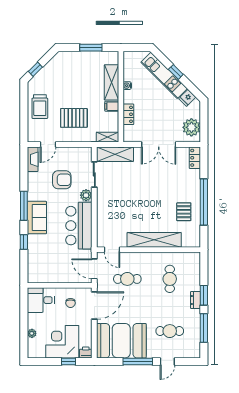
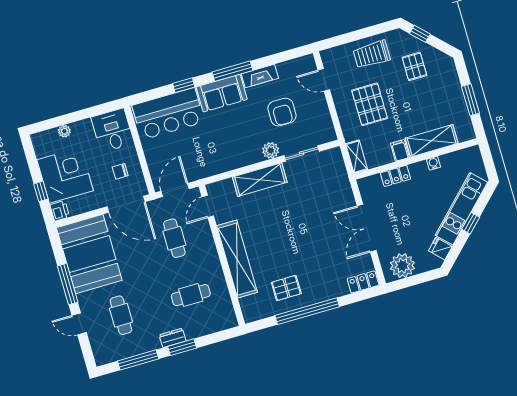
pallet: (57, 79) -> (414, 66), added
shelving: (115, 154) -> (260, 180), moved, turned 90
fireplace: (33, 159) -> (260, 76), moved
bar counter: (79, 226) -> (168, 114), moved, turned 180

